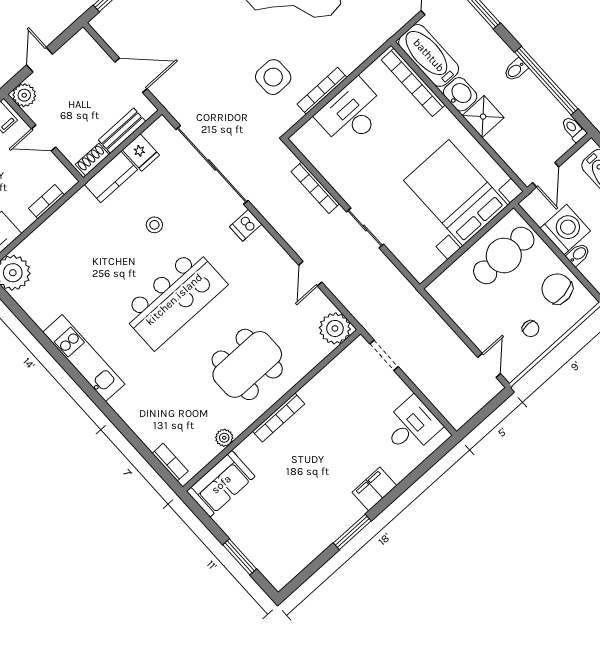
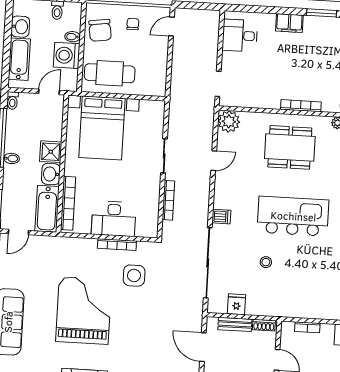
kitchen counter: (111, 177) -> (263, 307), removed

